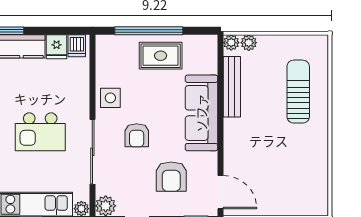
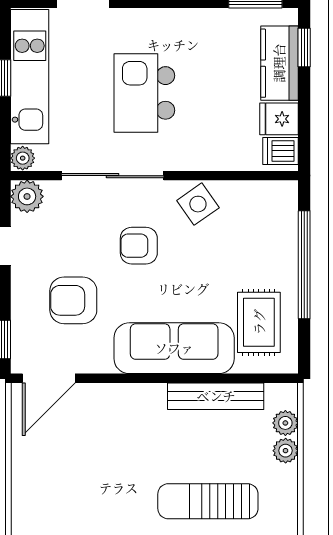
plant: (231, 43) -> (286, 451), moved
rug: (161, 56) -> (259, 322), moved
sun lounger: (298, 92) -> (208, 501), turned 180
side table: (110, 98) -> (198, 204), turned -35

